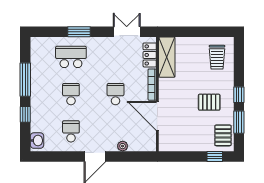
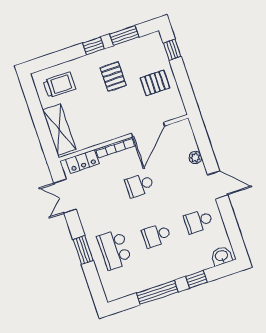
shelving: (167, 57) -> (59, 130), moved, turned 90
pallet: (223, 135) -> (155, 83), moved

